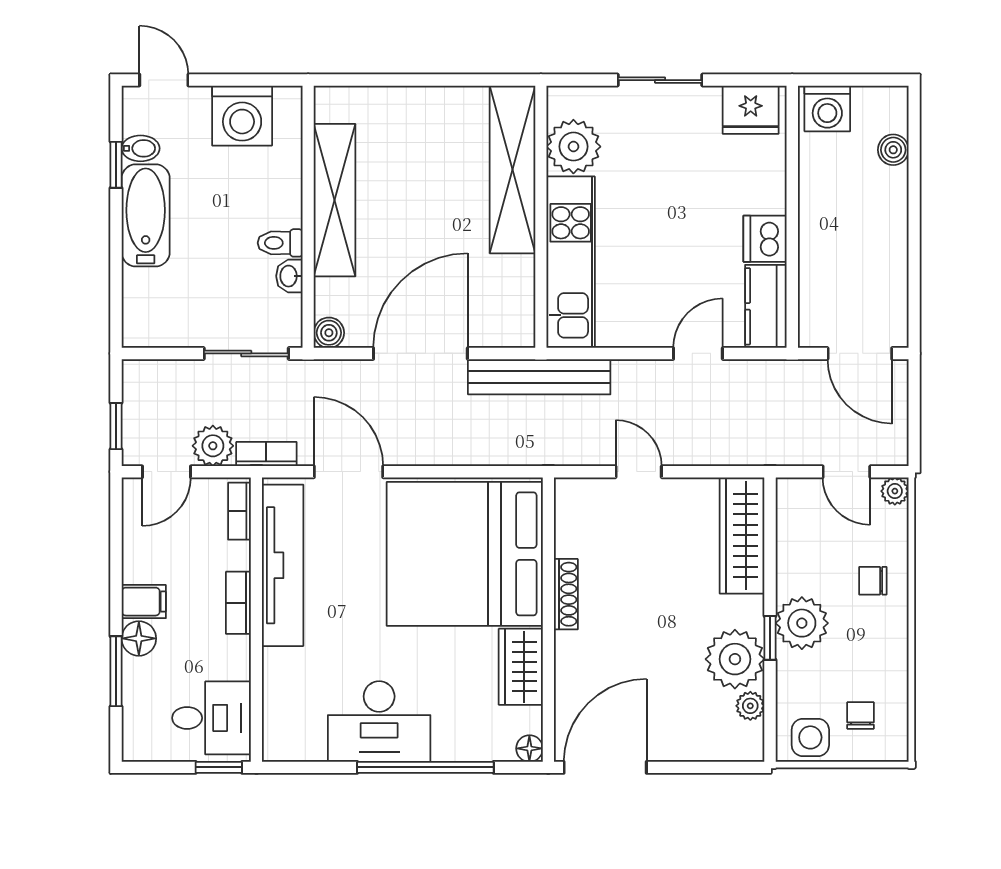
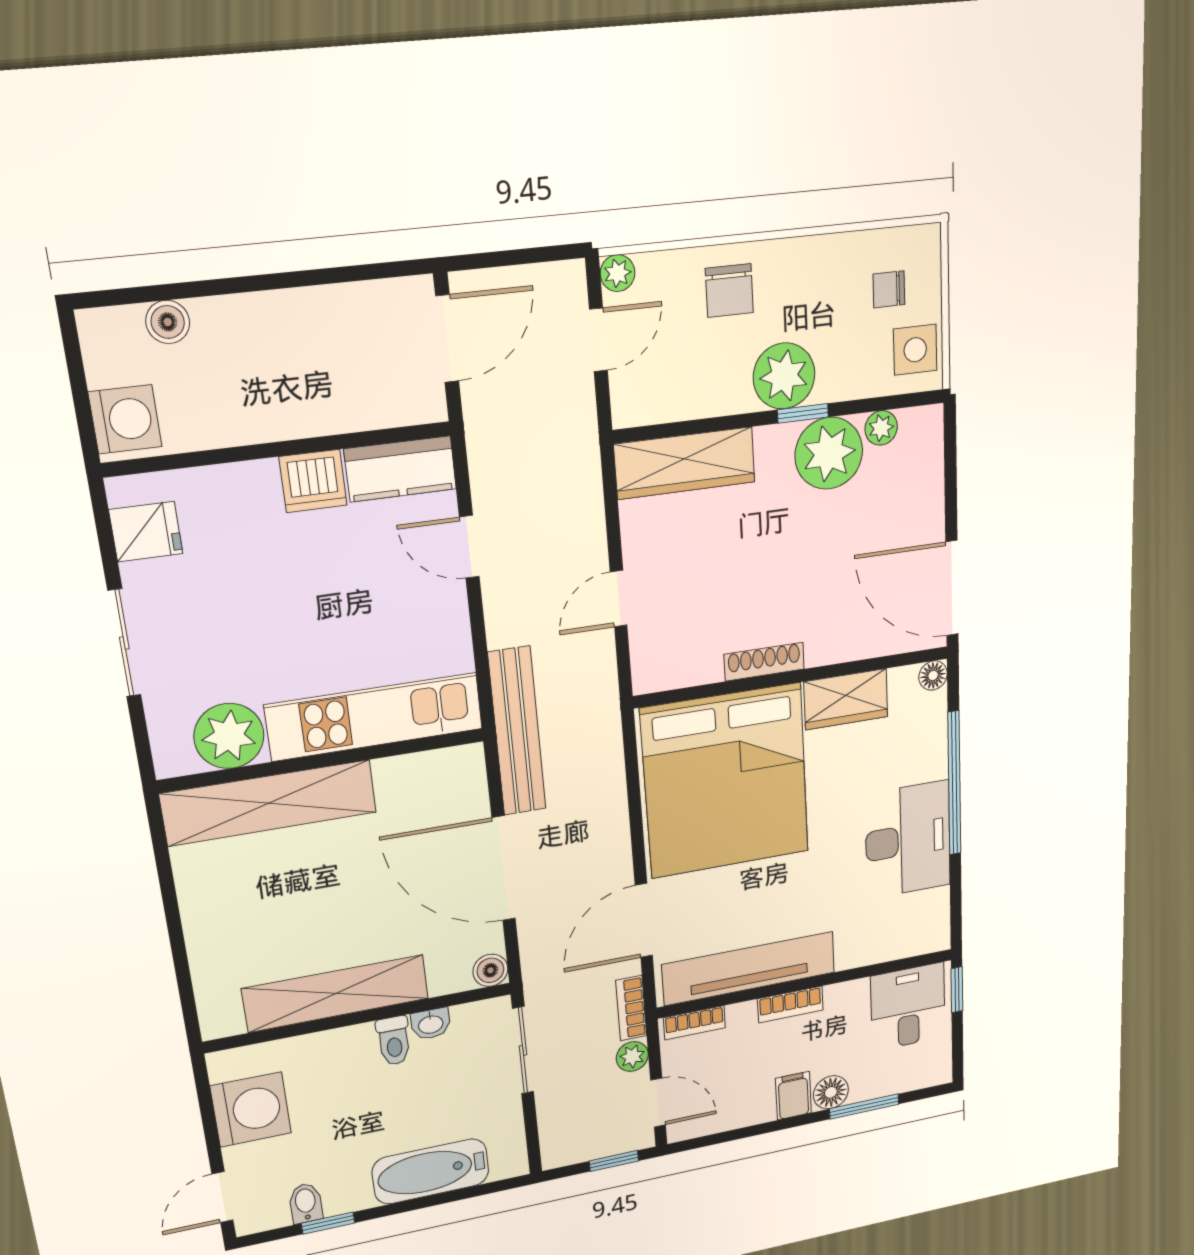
fridge: (751, 110) -> (146, 532), width x0.72
bathtub: (146, 215) -> (431, 1171), moved
plant: (213, 446) -> (632, 1056), width x0.73, depth x0.73
chair: (873, 581) -> (729, 291), width x1.37, depth x1.37

